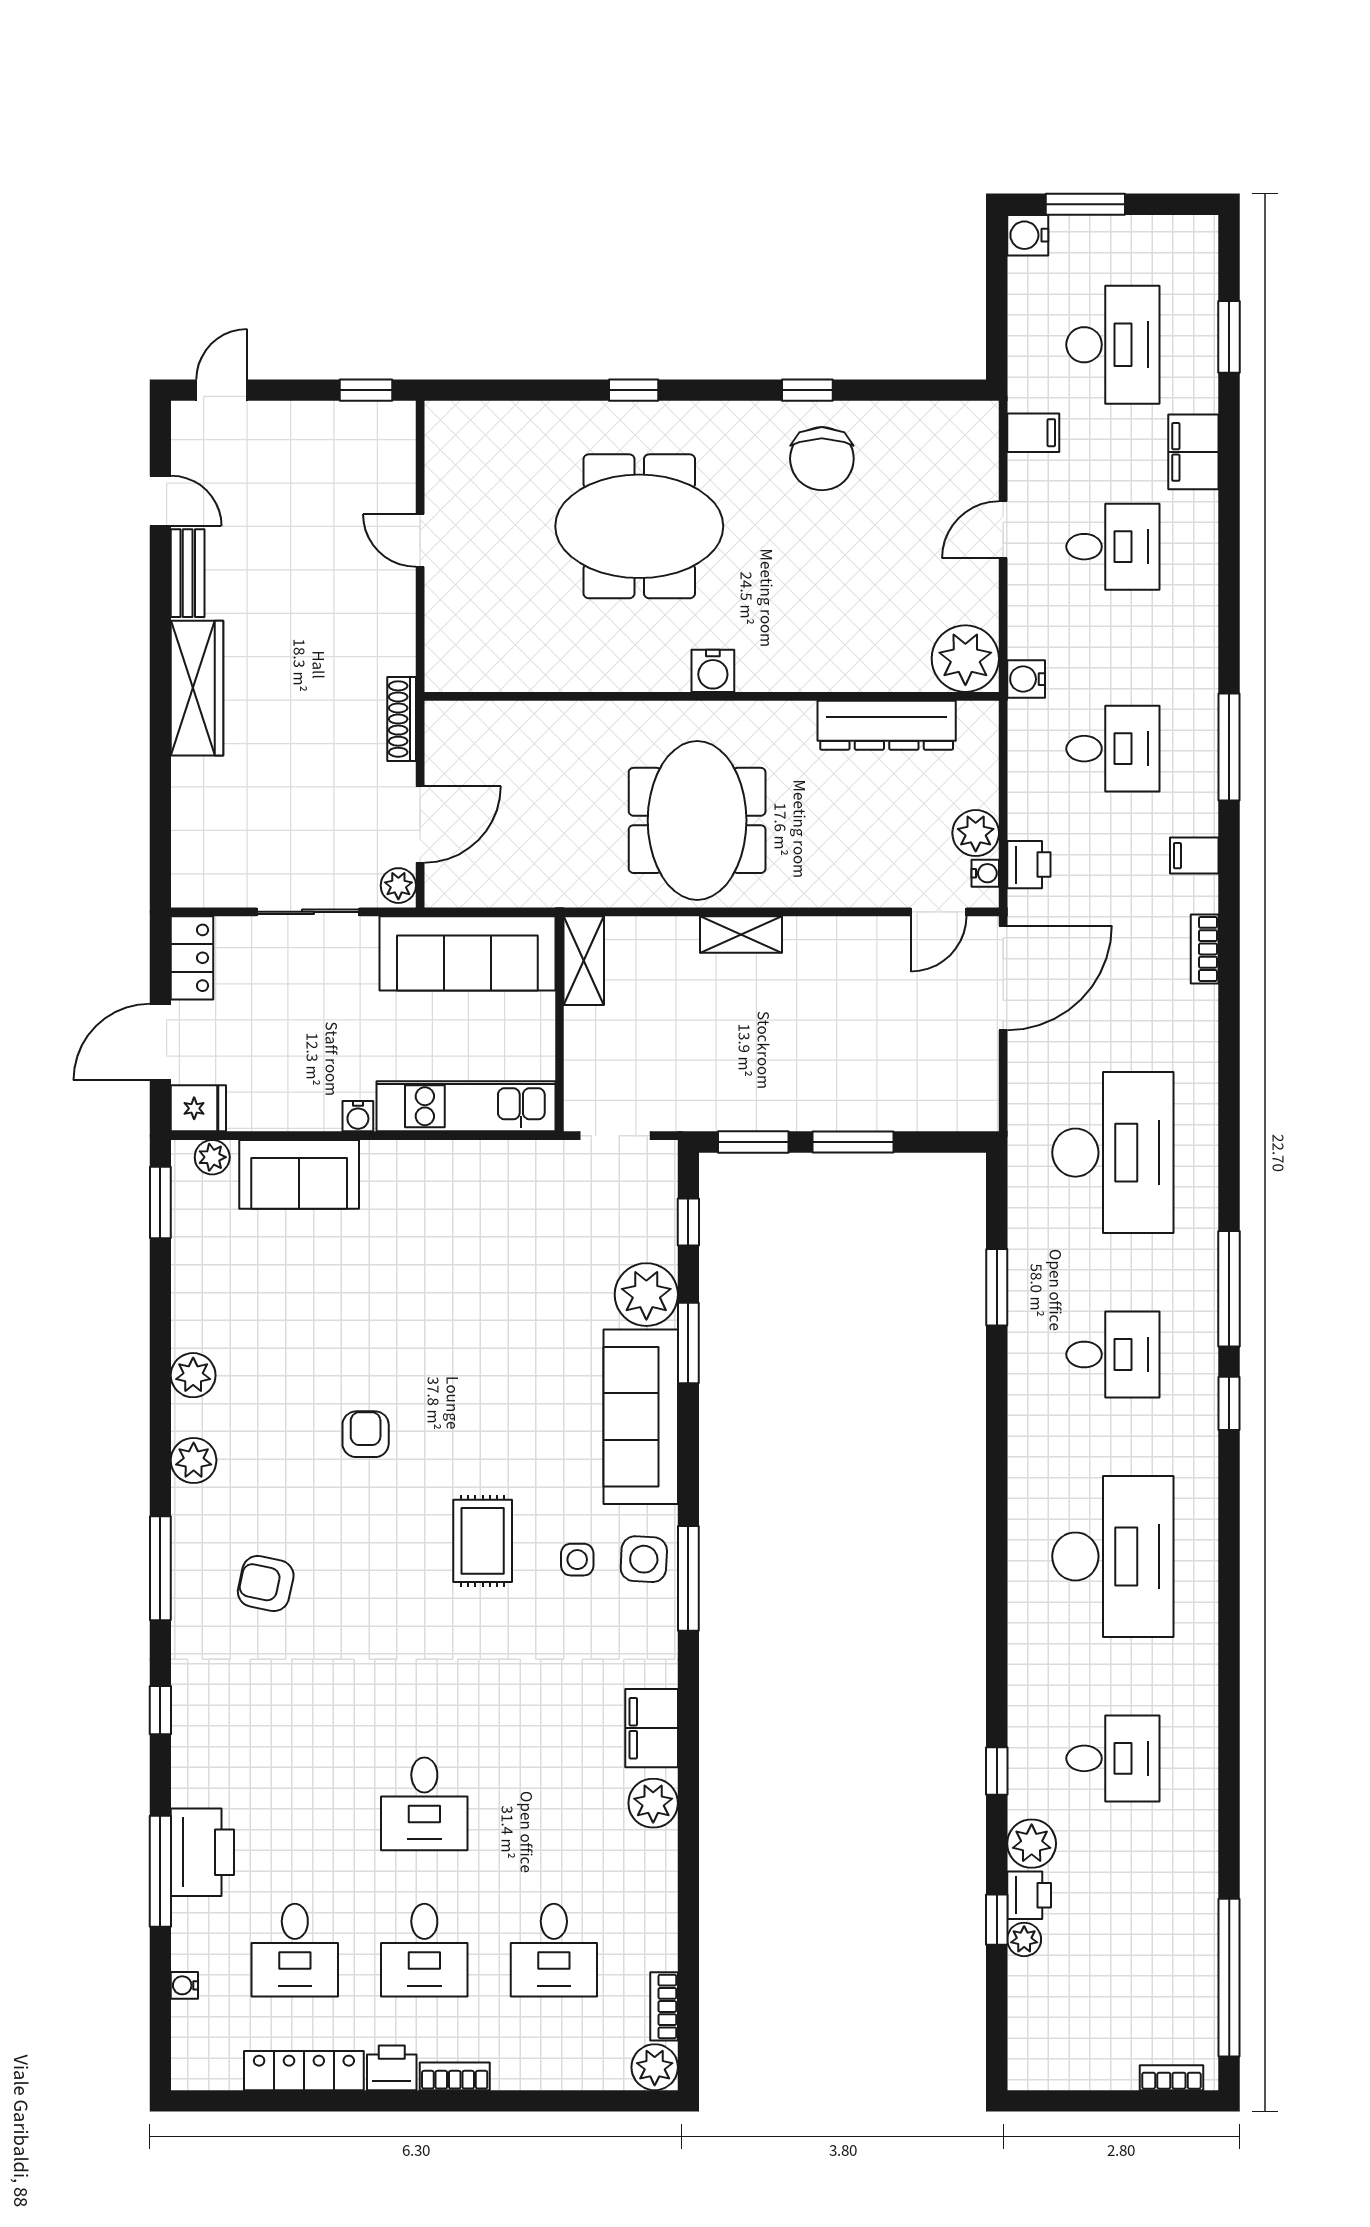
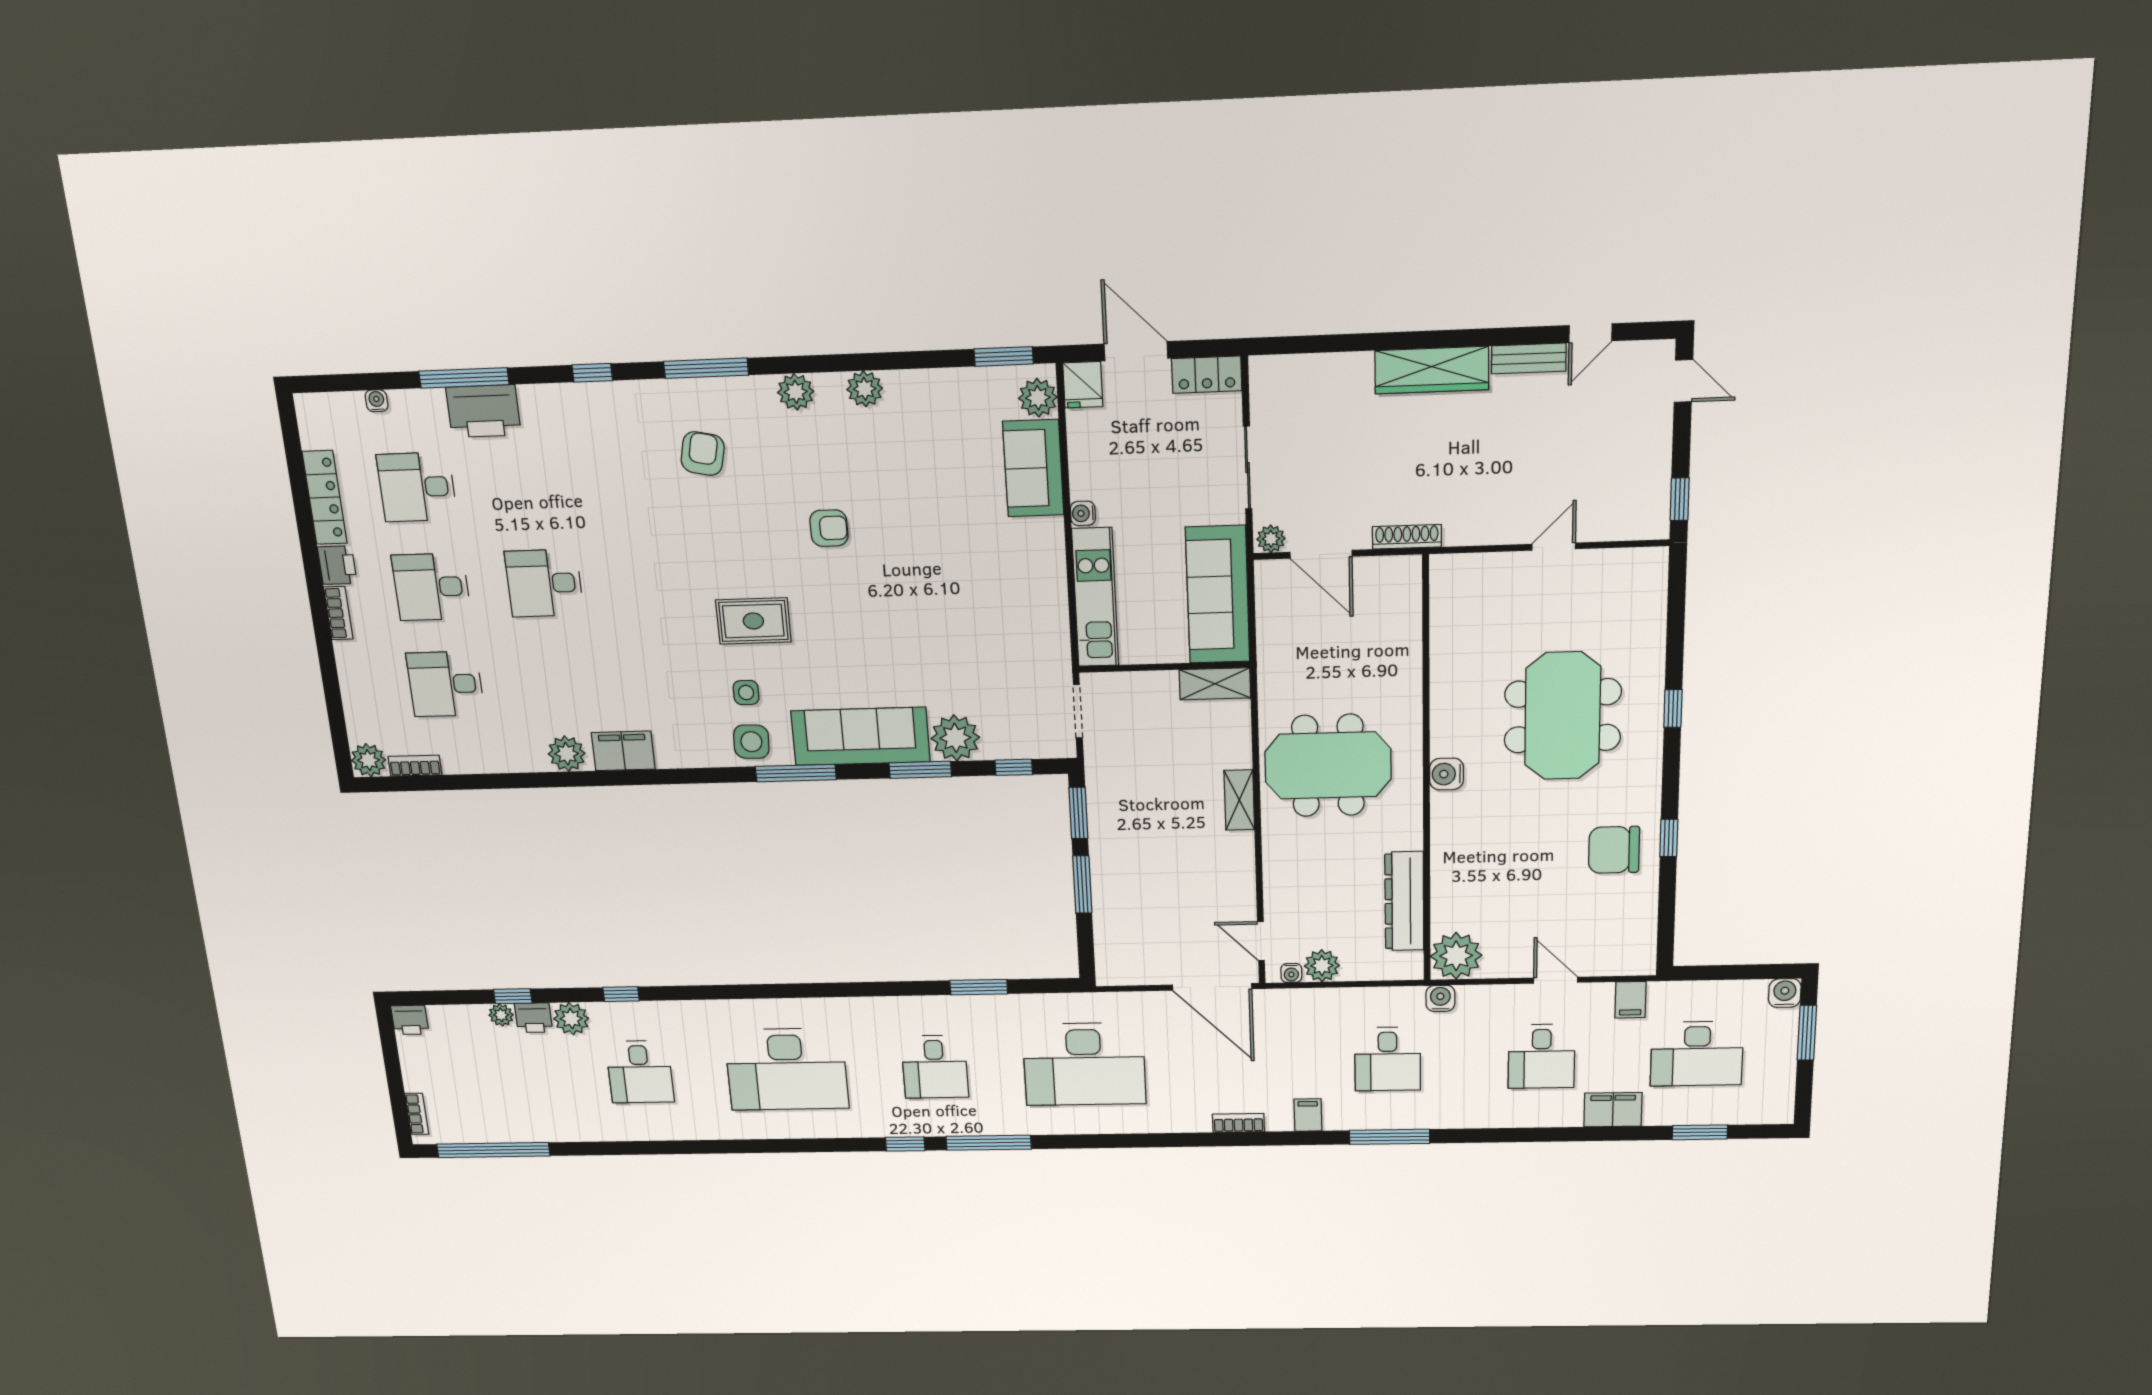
printer: (1029, 865) -> (410, 1020), moved
plant: (212, 1157) -> (1038, 398), width x1.38, depth x1.38
window: (688, 1578) -> (796, 773), moved

